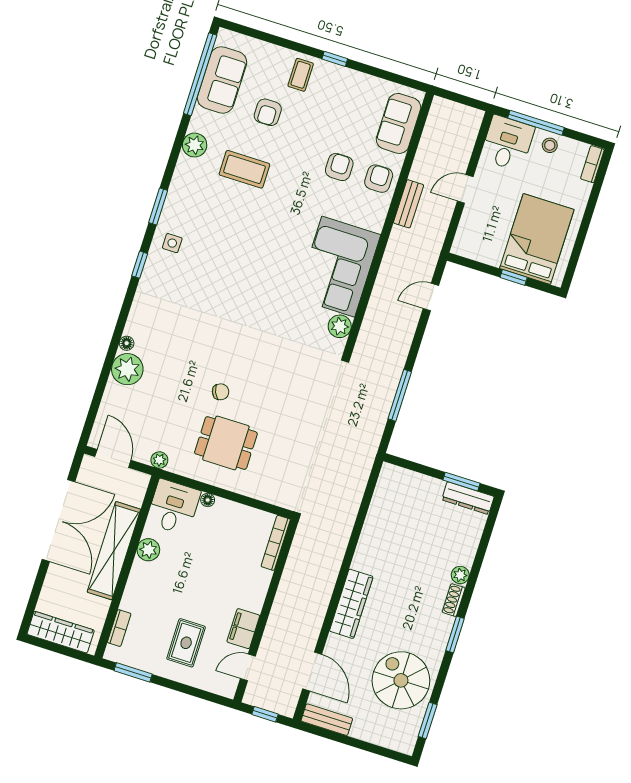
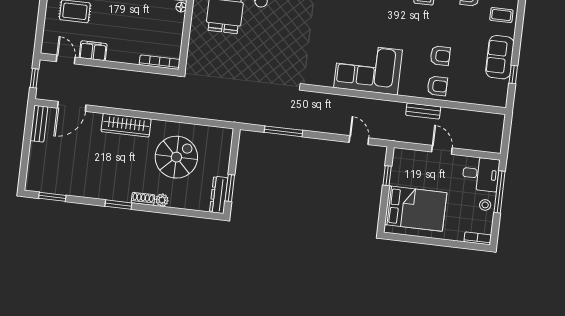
window: (335, 59) -> (513, 74), moved
sofa: (398, 123) -> (500, 57), moved, turned -90
window: (514, 277) -> (387, 176), moved
plant: (340, 326) -> (325, 78), removed
spiral stairs: (401, 680) -> (176, 157), moved

